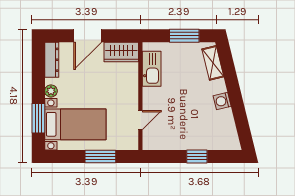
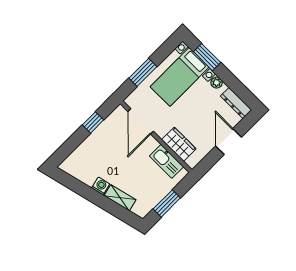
wardrobe: (121, 52) -> (179, 144), moved, turned 90
shelving: (213, 63) -> (120, 198), moved
door: (140, 120) -> (141, 121), width x1.87
window: (197, 157) -> (93, 122), moved

